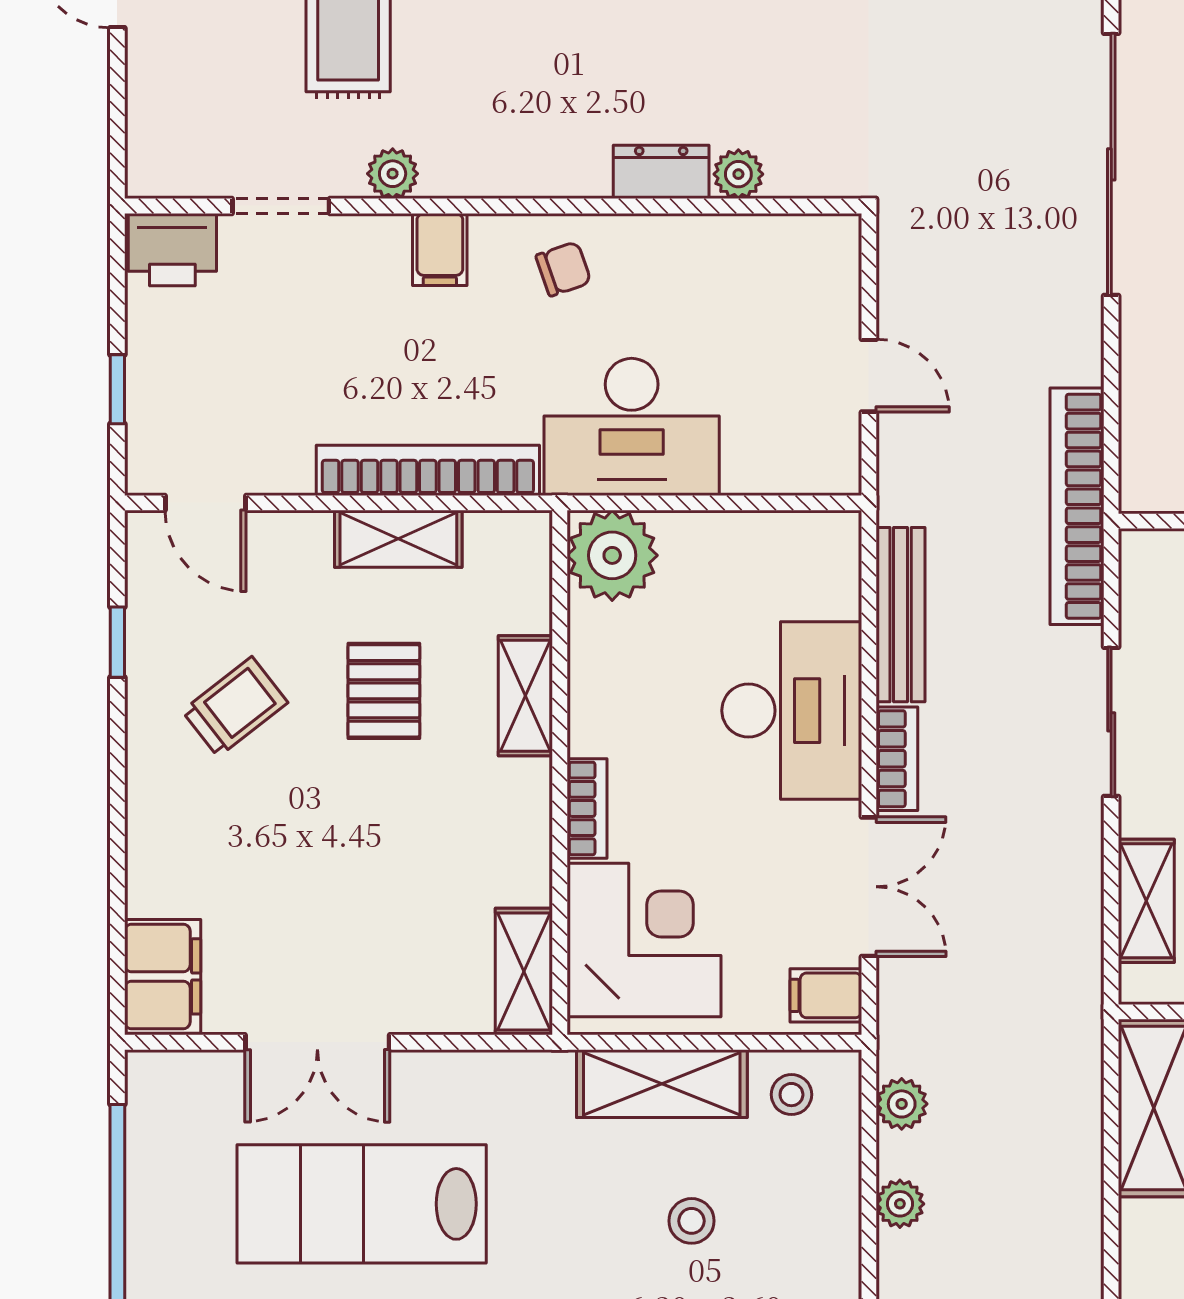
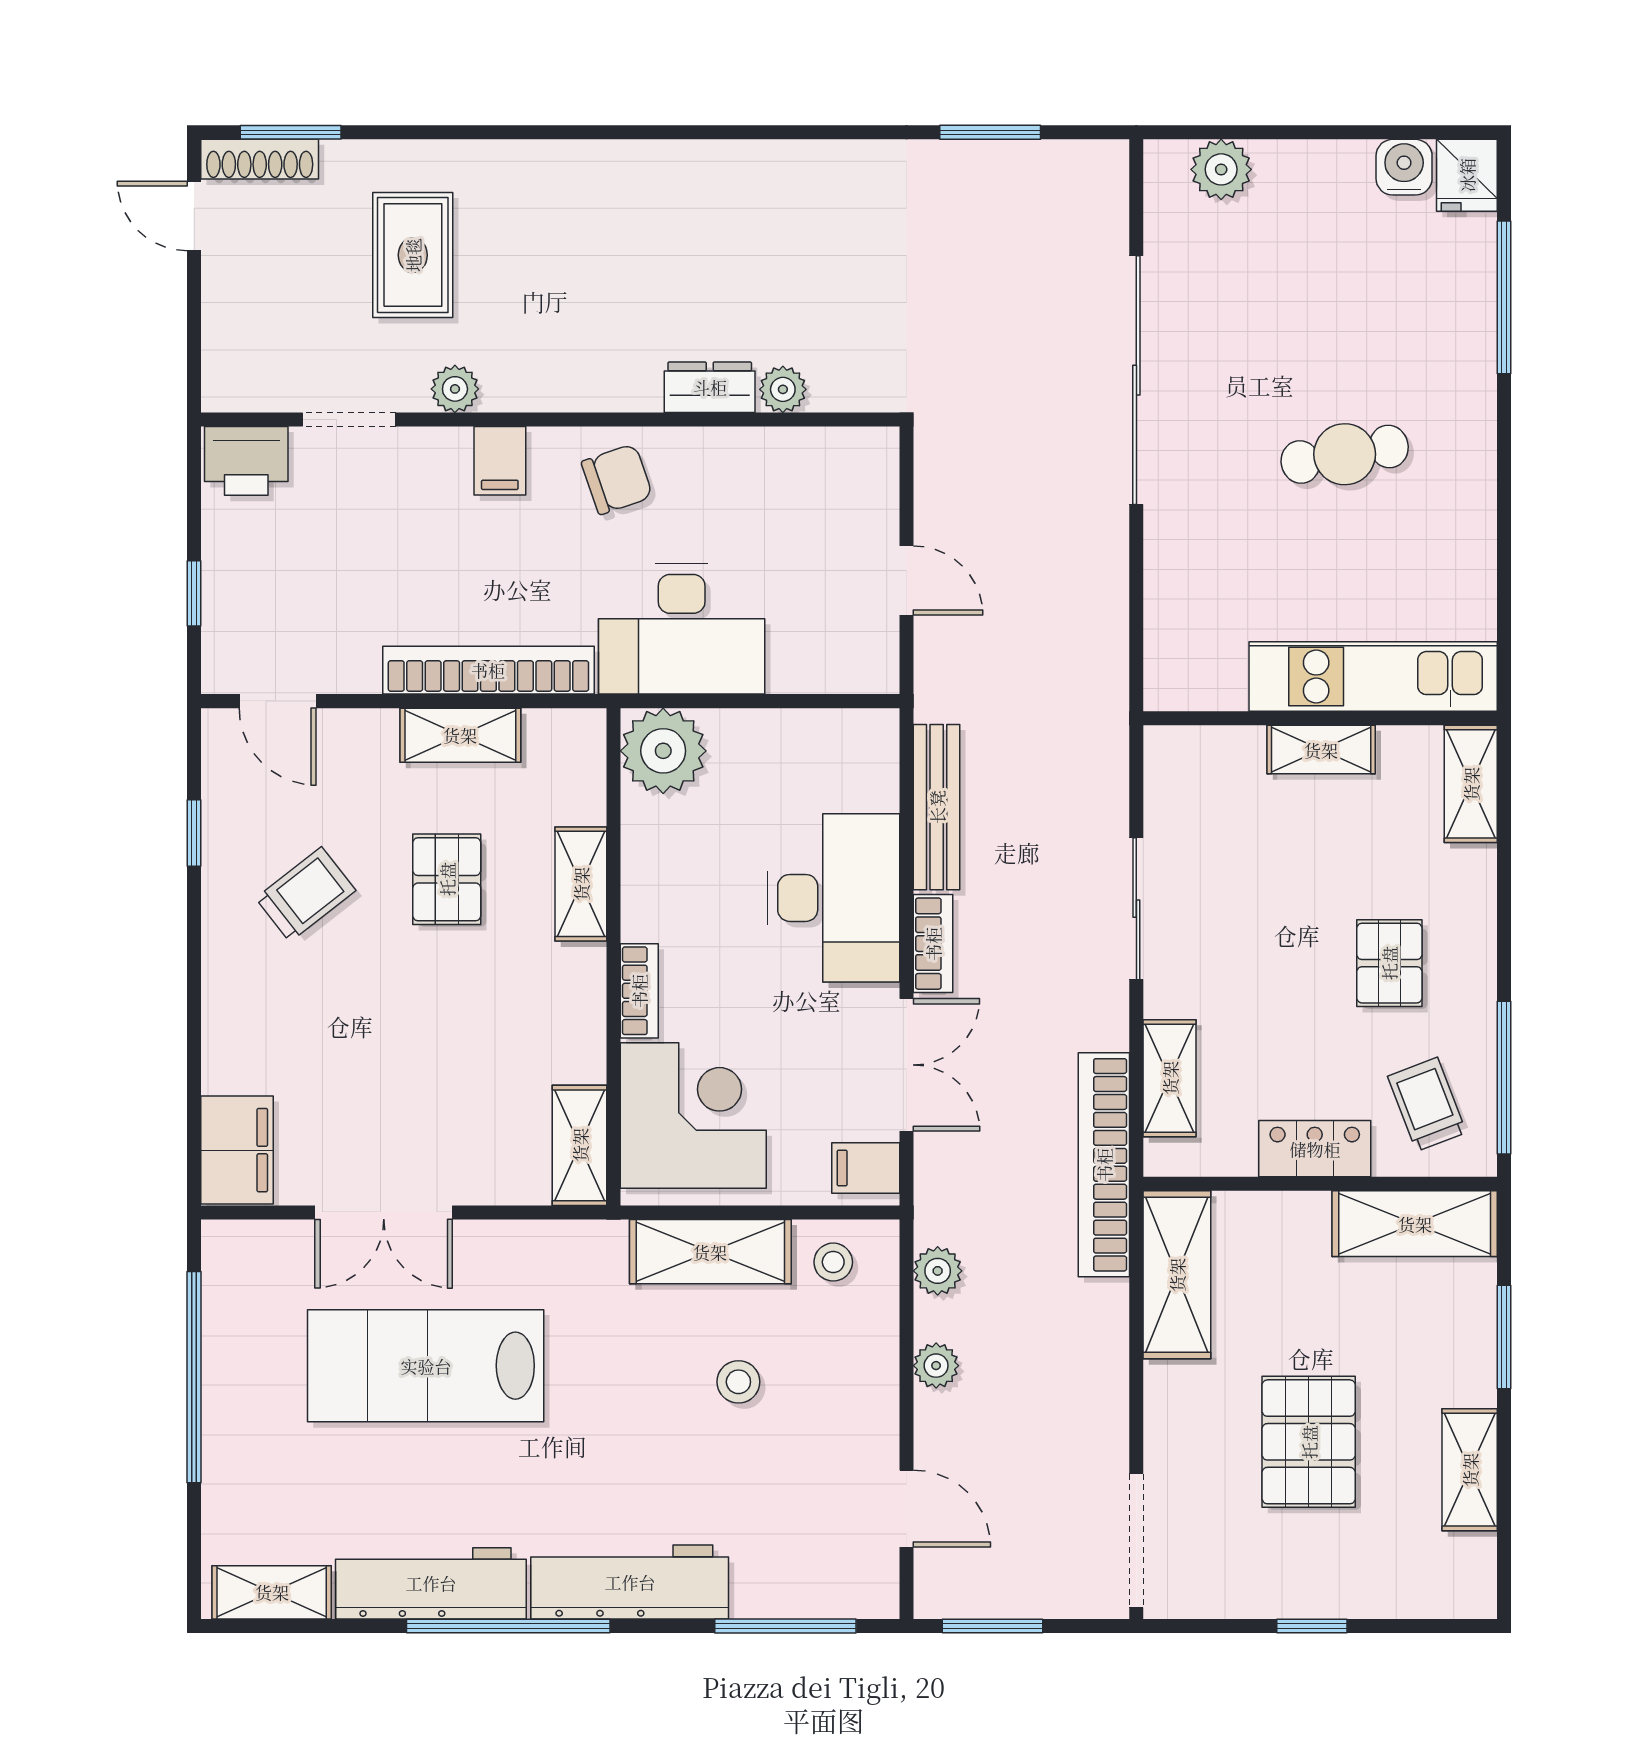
chair: (563, 269) -> (617, 479), width x1.37, depth x1.37
bookcase: (1077, 506) -> (1104, 1165), moved

